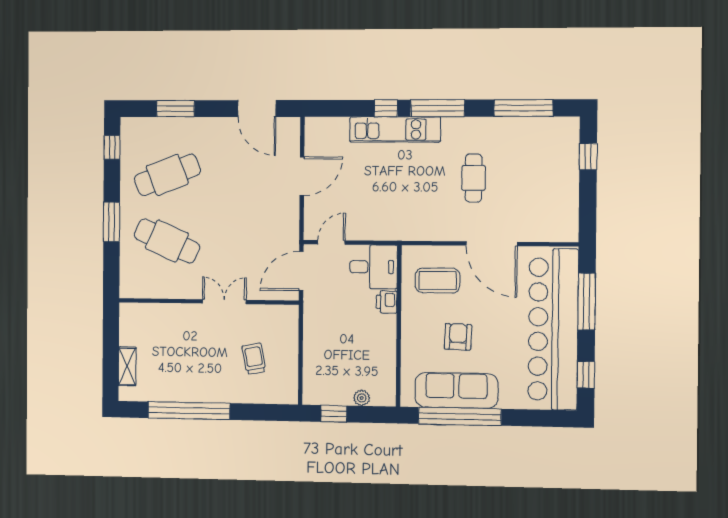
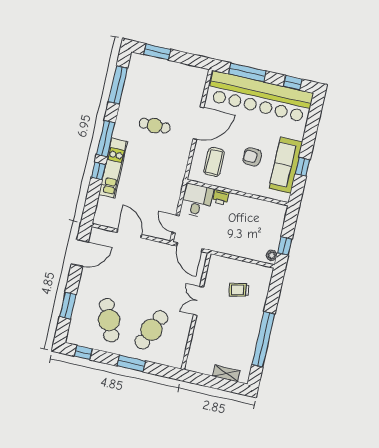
window: (588, 157) -> (157, 52), width x1.50
plant: (362, 398) -> (272, 255), moved
window: (460, 416) -> (303, 167), width x0.32

